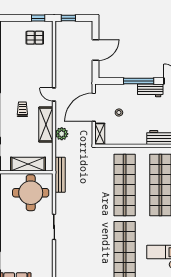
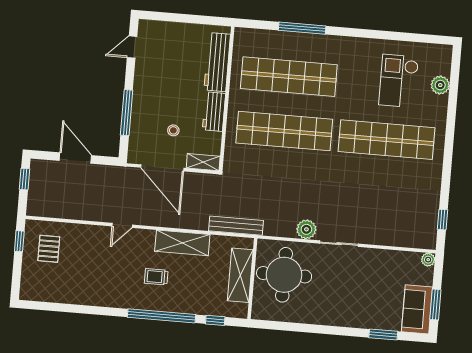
window: (68, 18) -> (25, 179), moved
window: (139, 81) -> (127, 113), moved
workbench: (150, 90) -> (214, 112), moved, turned 180
door: (54, 94) -> (122, 225), moved
plant: (62, 134) -> (306, 229), moved
bench: (60, 175) -> (236, 226), moved

